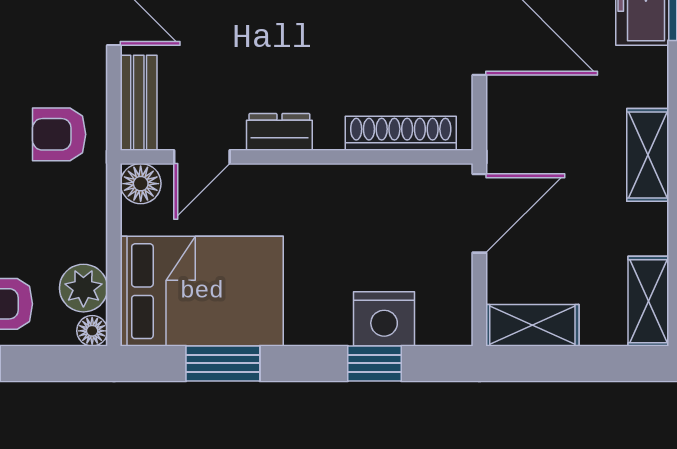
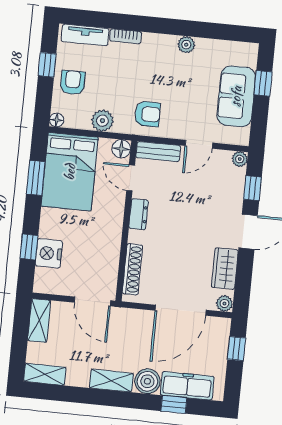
boiler: (641, 76) -> (147, 381), added
armchair: (59, 134) -> (147, 114), turned 90
plant: (83, 288) -> (102, 121), moved

